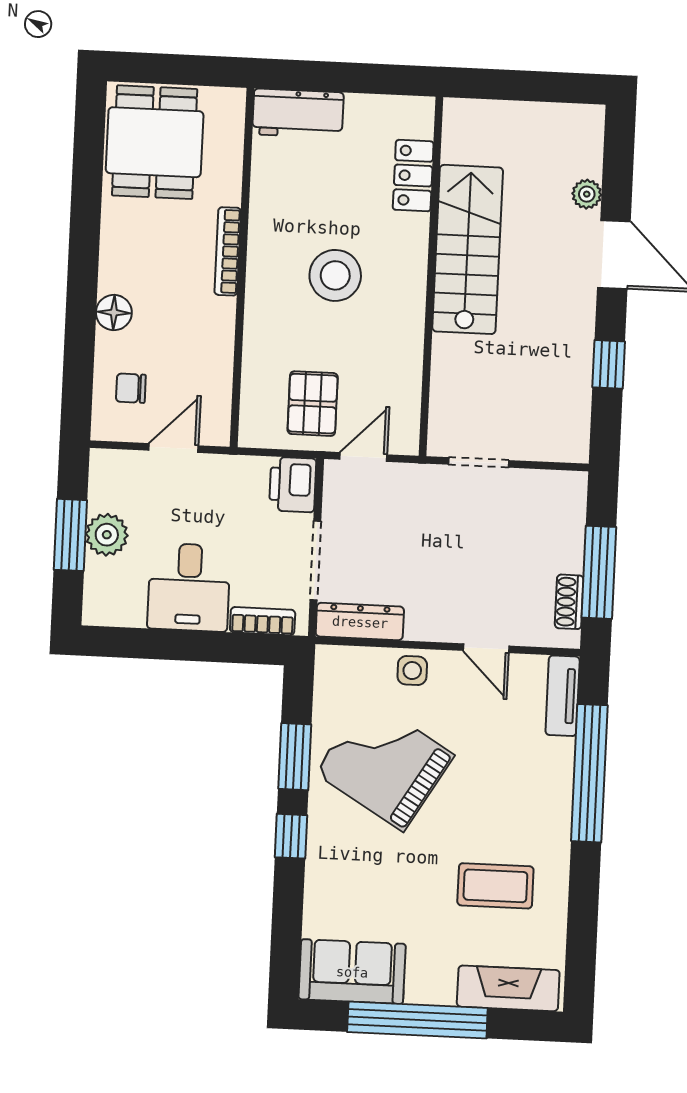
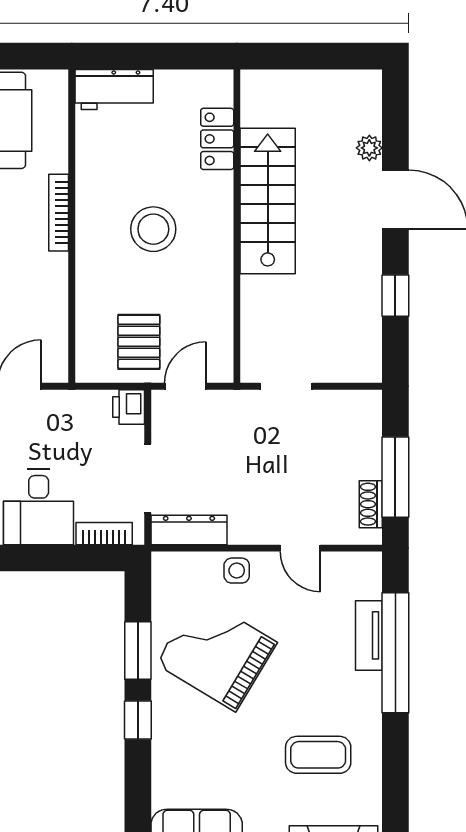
printer: (293, 485) -> (129, 407), width x0.73, depth x0.81
tv unit: (563, 696) -> (369, 635), moved

